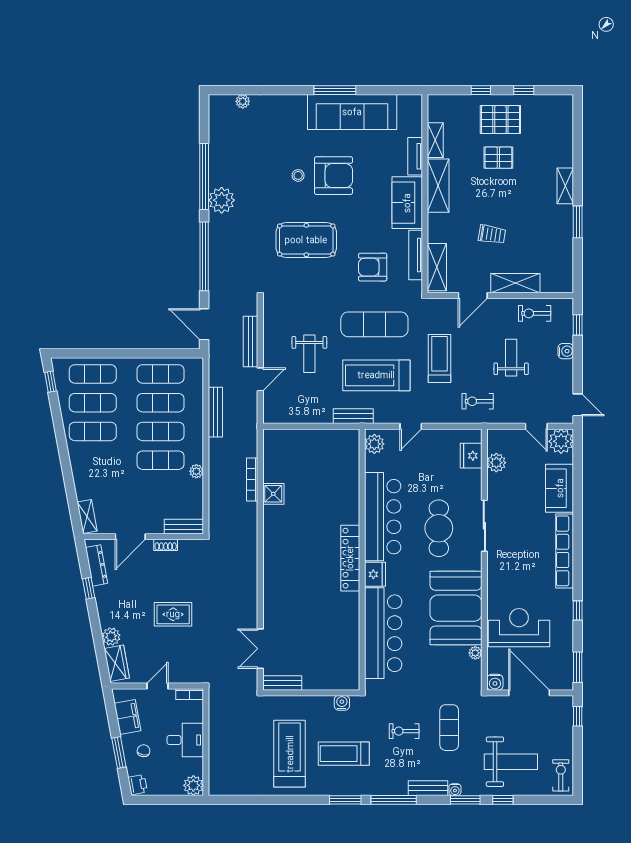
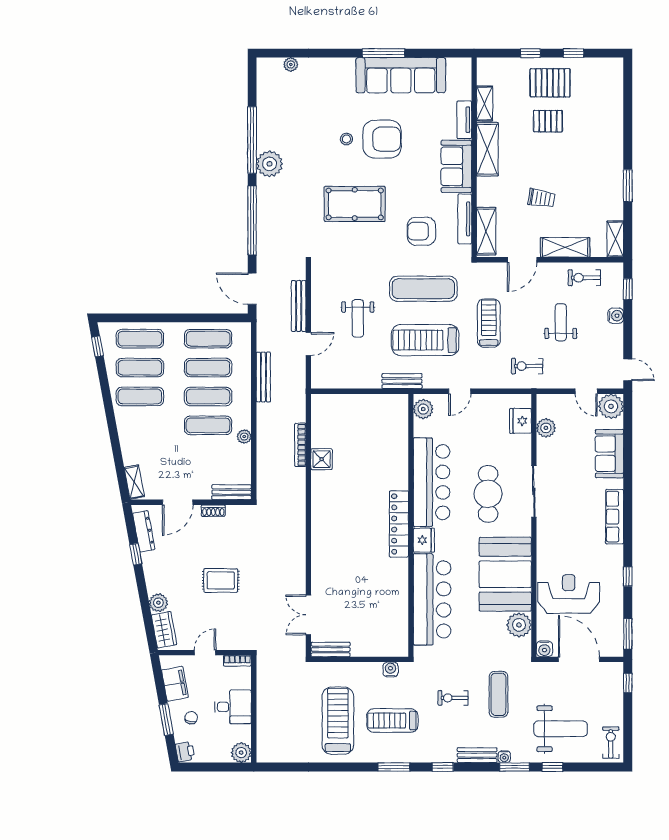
shelving: (565, 186) -> (615, 239), moved
row of seats: (565, 551) -> (615, 517), width x0.73
plant: (475, 653) -> (519, 625), width x1.88, depth x1.88
window: (394, 800) -> (443, 767), width x0.46

